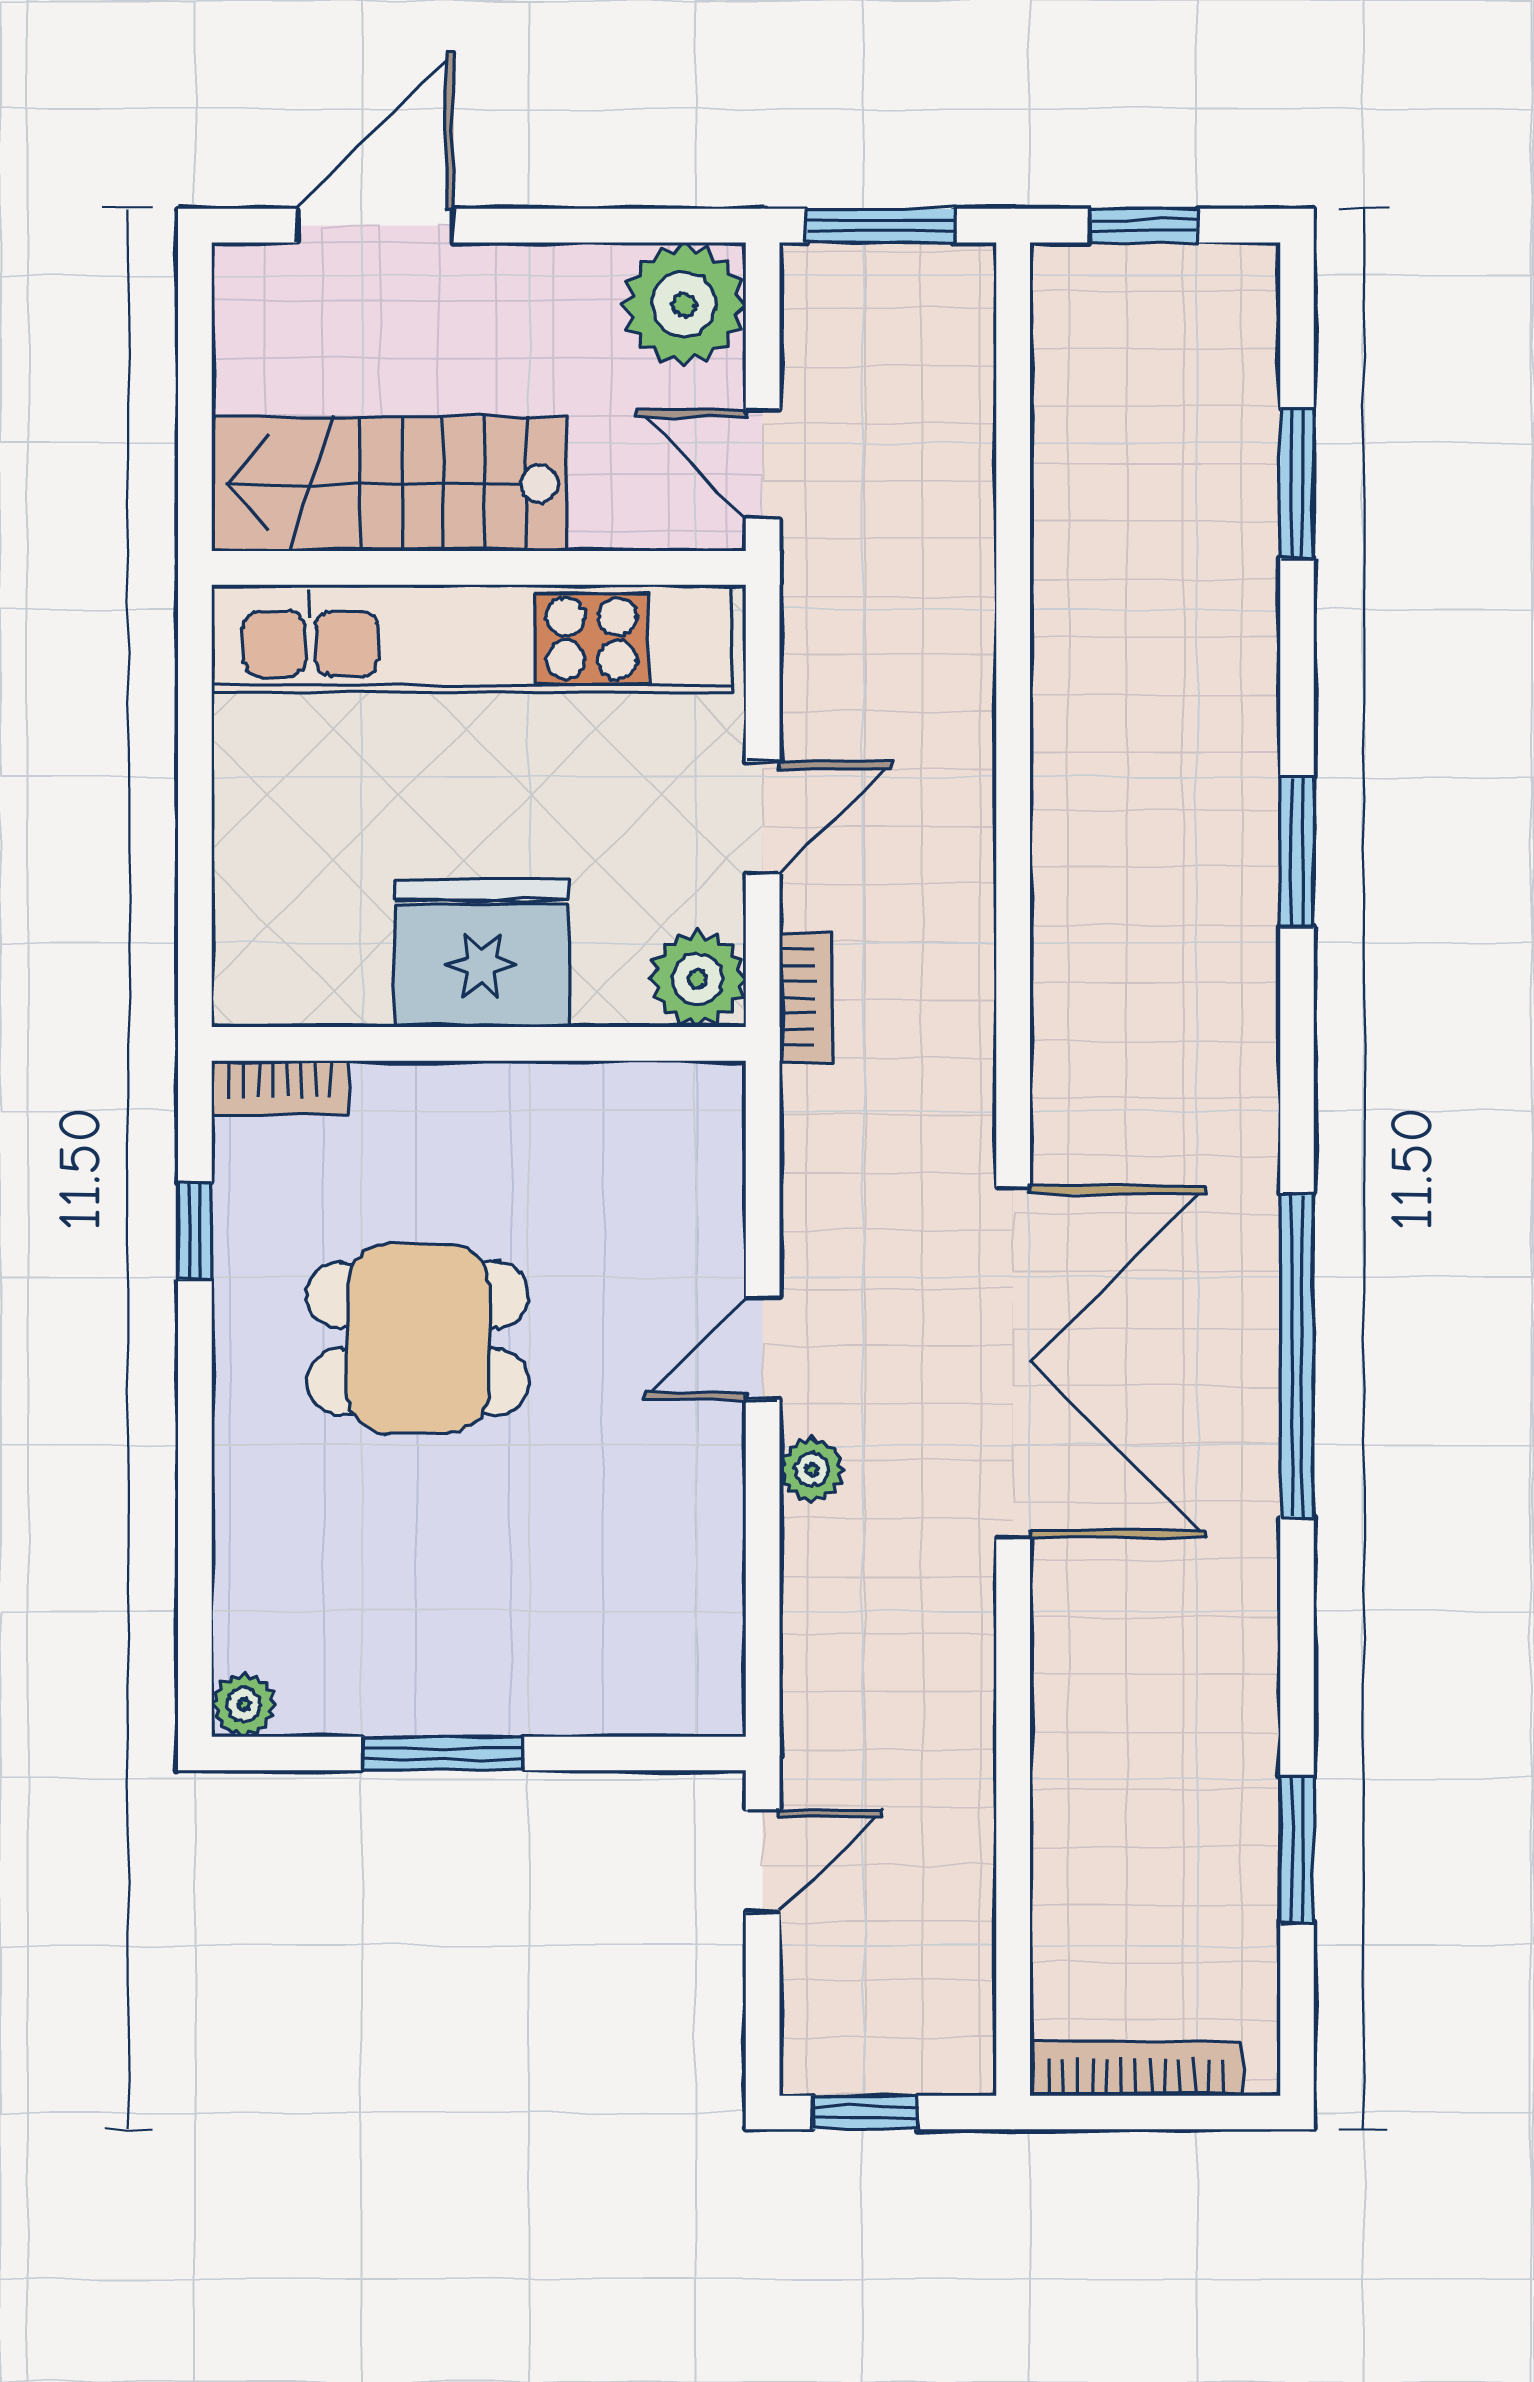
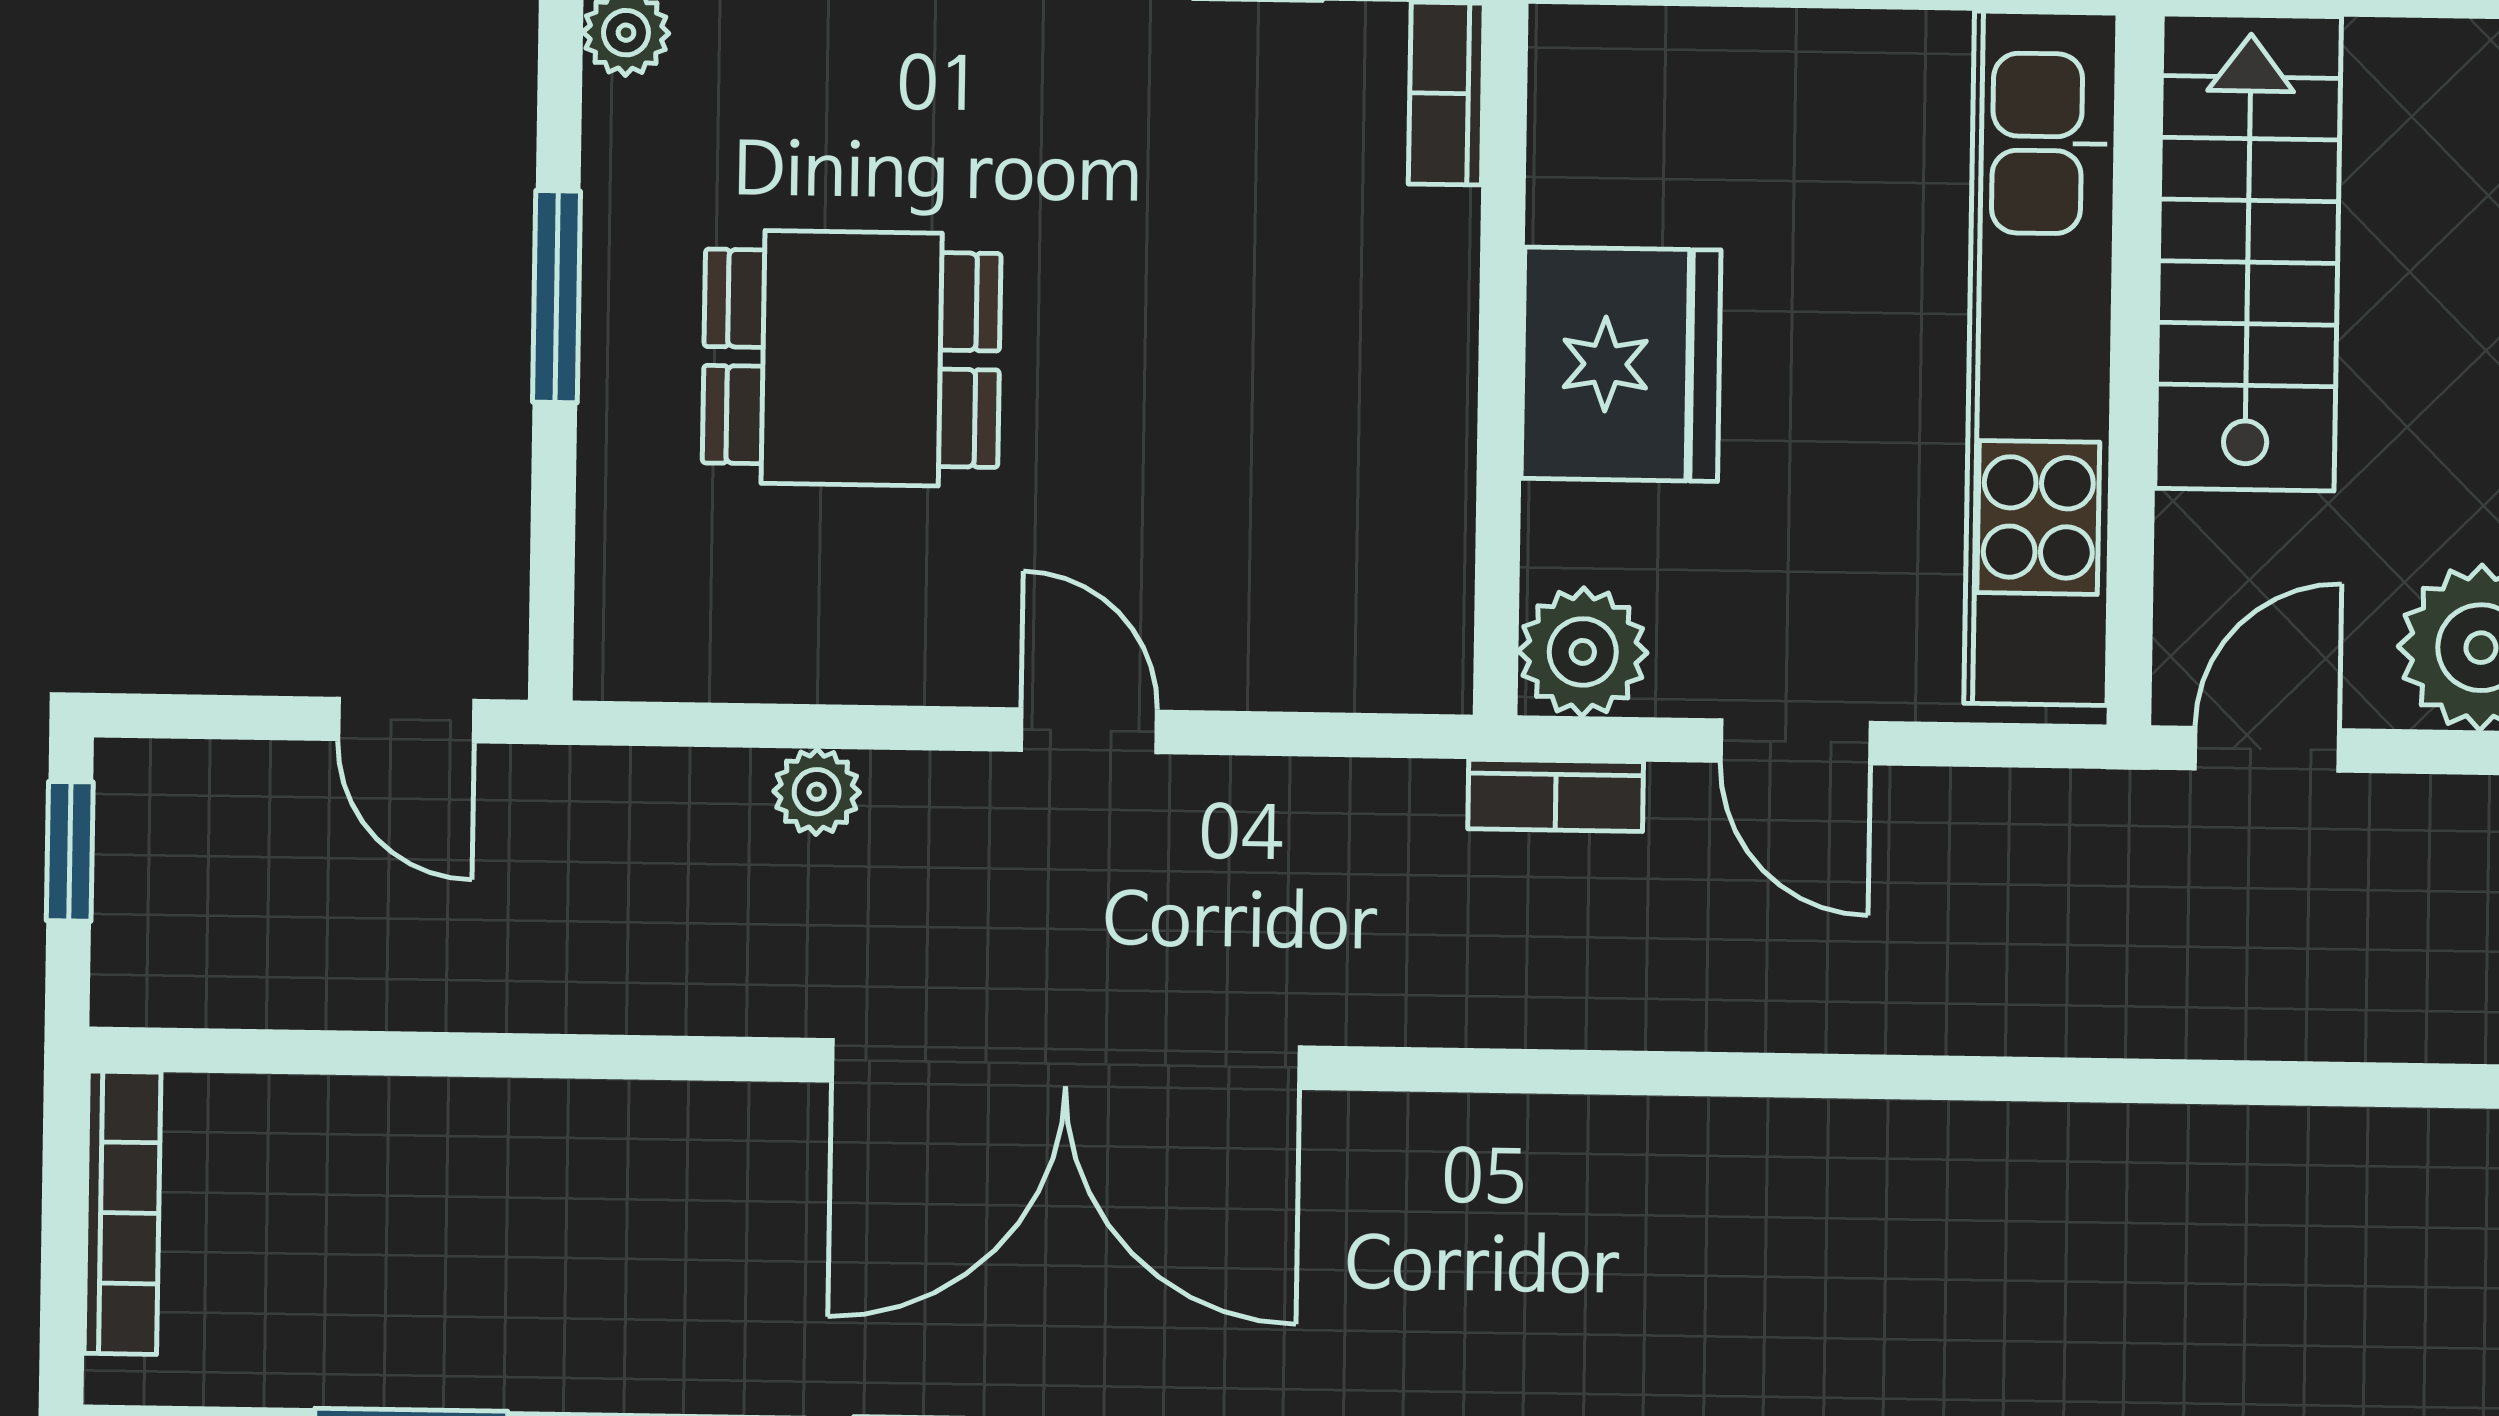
dining table: (418, 1338) -> (852, 358), moved, turned 90
plant: (812, 1470) -> (817, 792), moved

